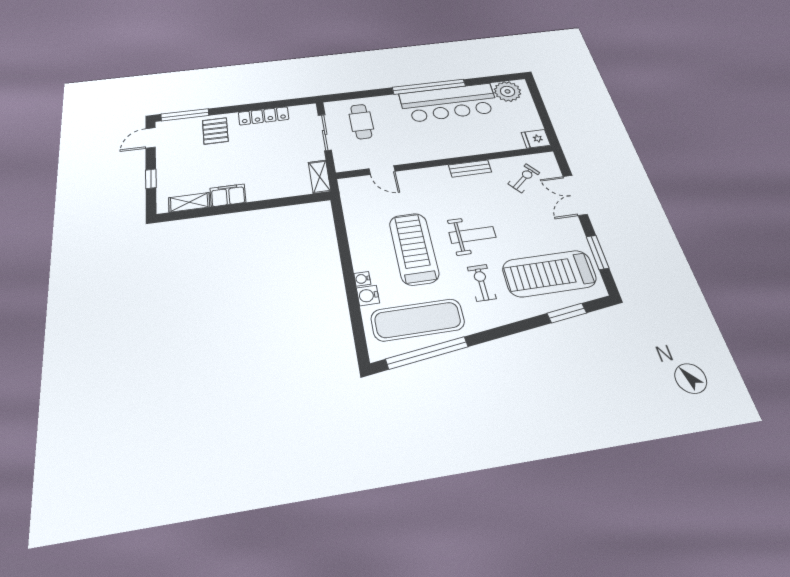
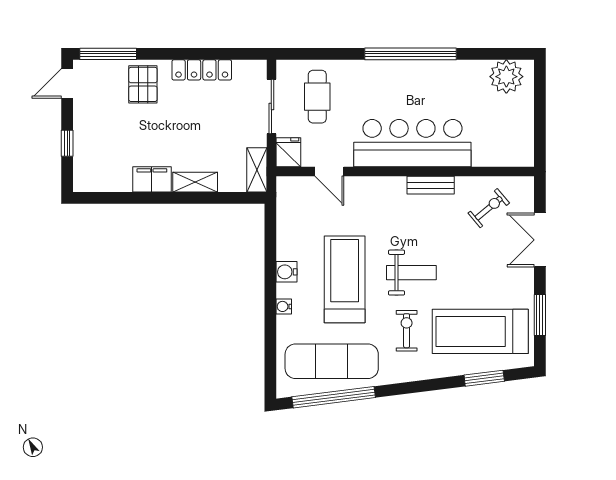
bar counter: (449, 103) -> (412, 143), moved, turned 180
fridge: (536, 139) -> (288, 152), moved, turned 90
shelving: (189, 202) -> (195, 182), moved
water cooler: (368, 295) -> (286, 272), moved

